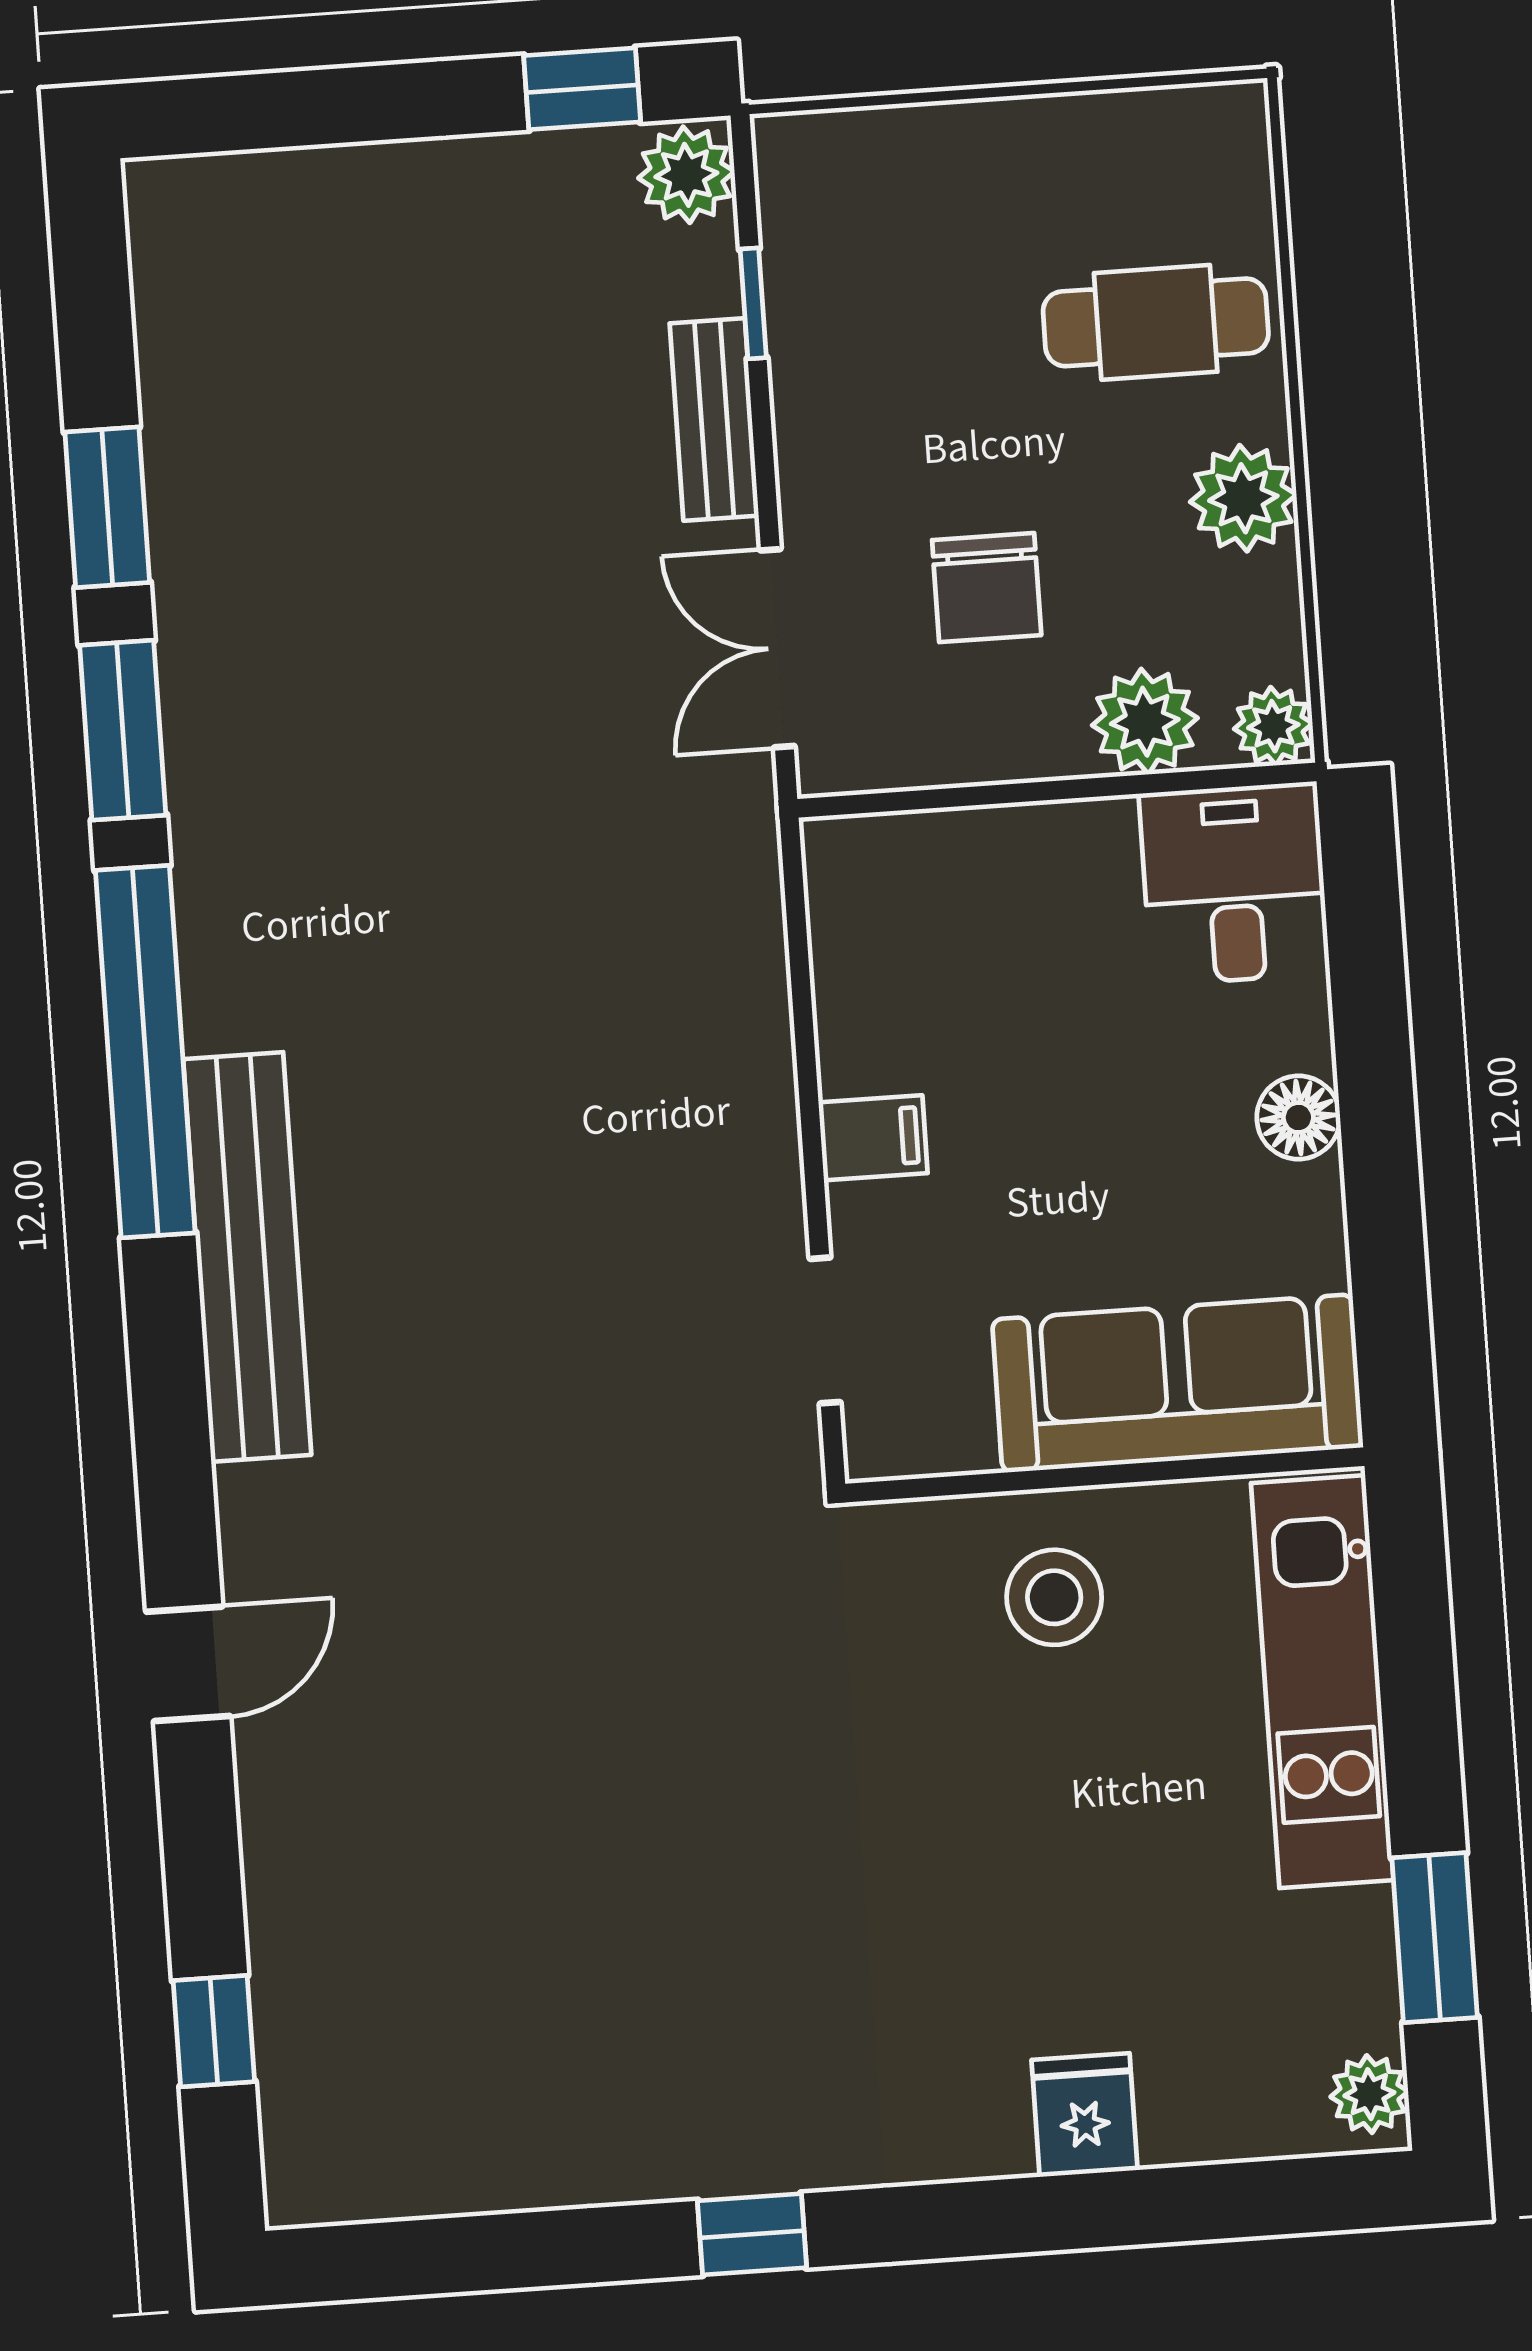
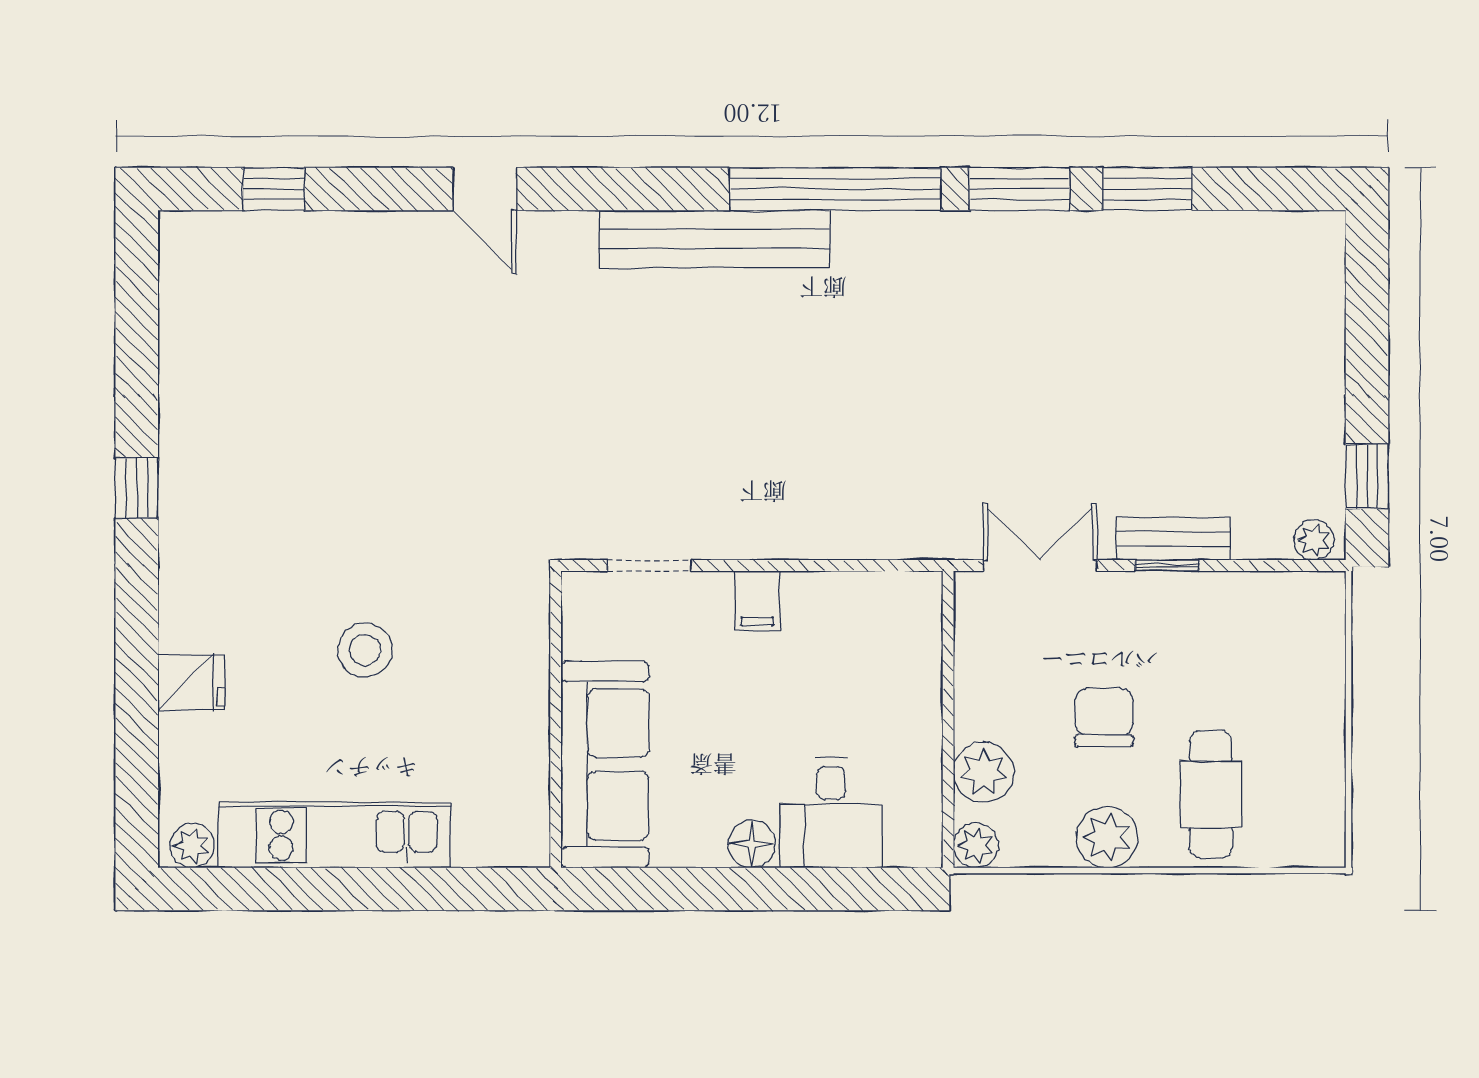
plant: (686, 175) -> (1314, 540), width x0.73, depth x0.73
window: (753, 303) -> (1167, 566), moved
chair: (987, 588) -> (1104, 717), moved, turned 90
desk: (1234, 884) -> (831, 813), moved, turned 90
stool: (1054, 1597) -> (365, 650), moved
kitchen unit: (1322, 1682) -> (335, 835), moved
window: (1435, 1938) -> (279, 889), removed

